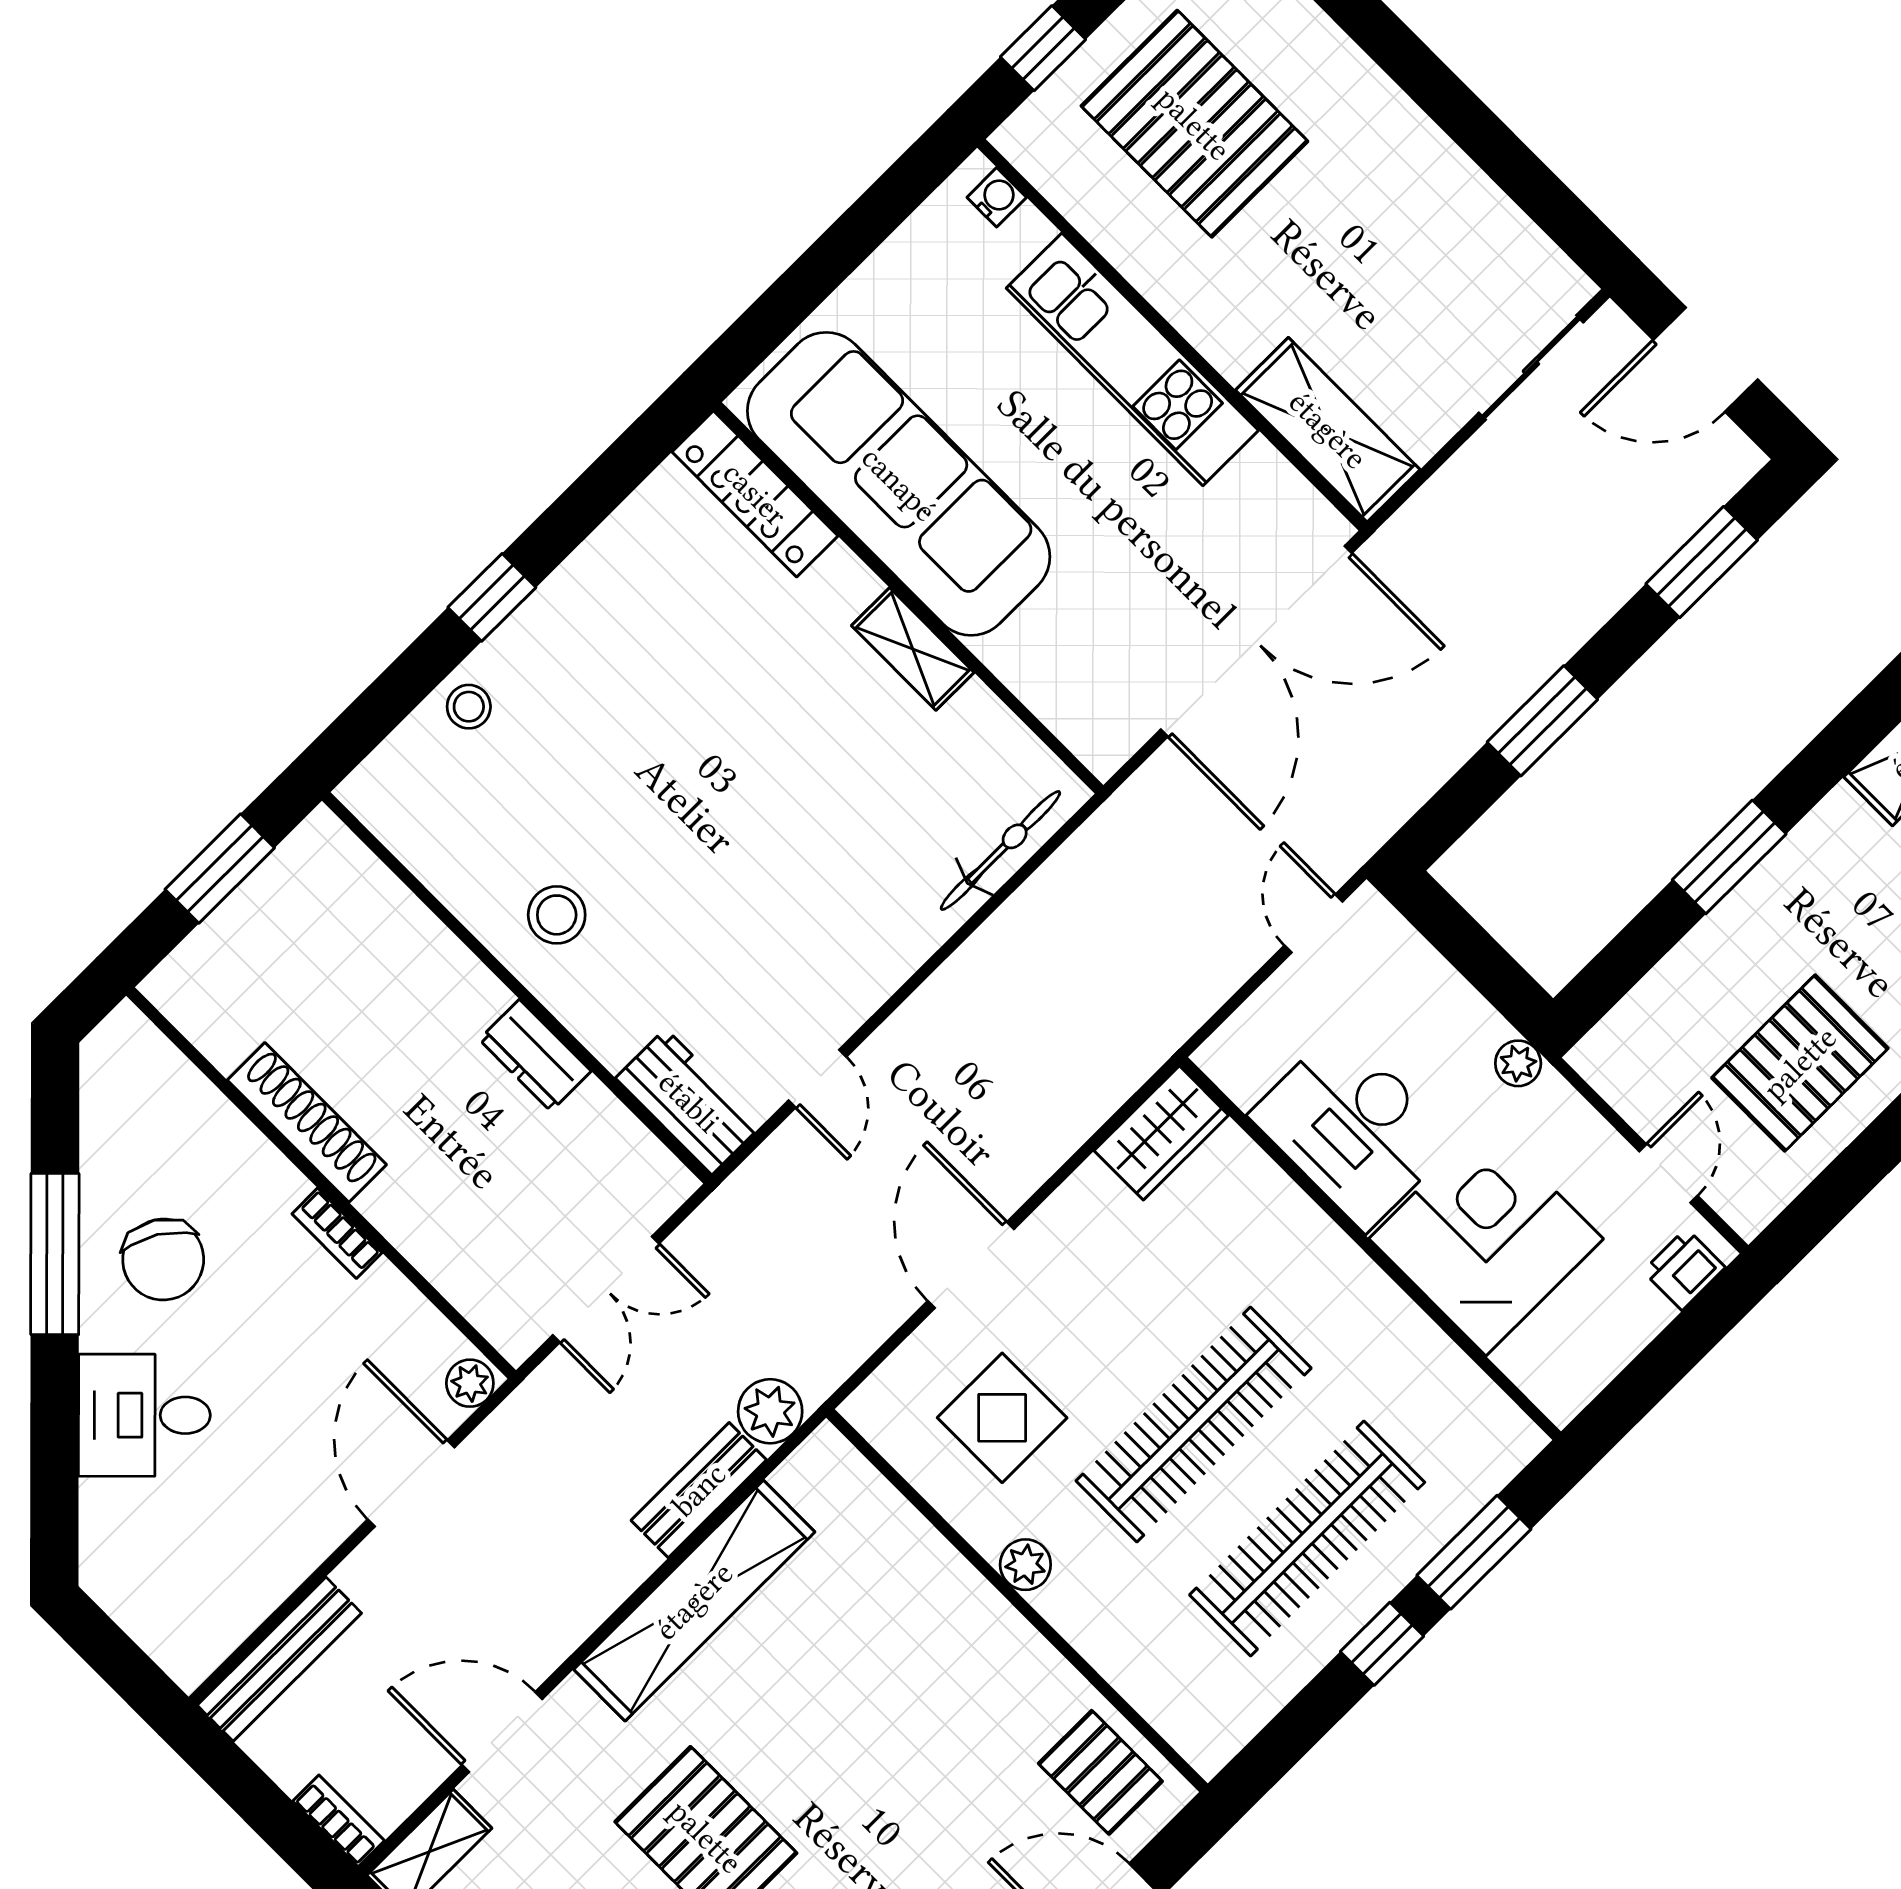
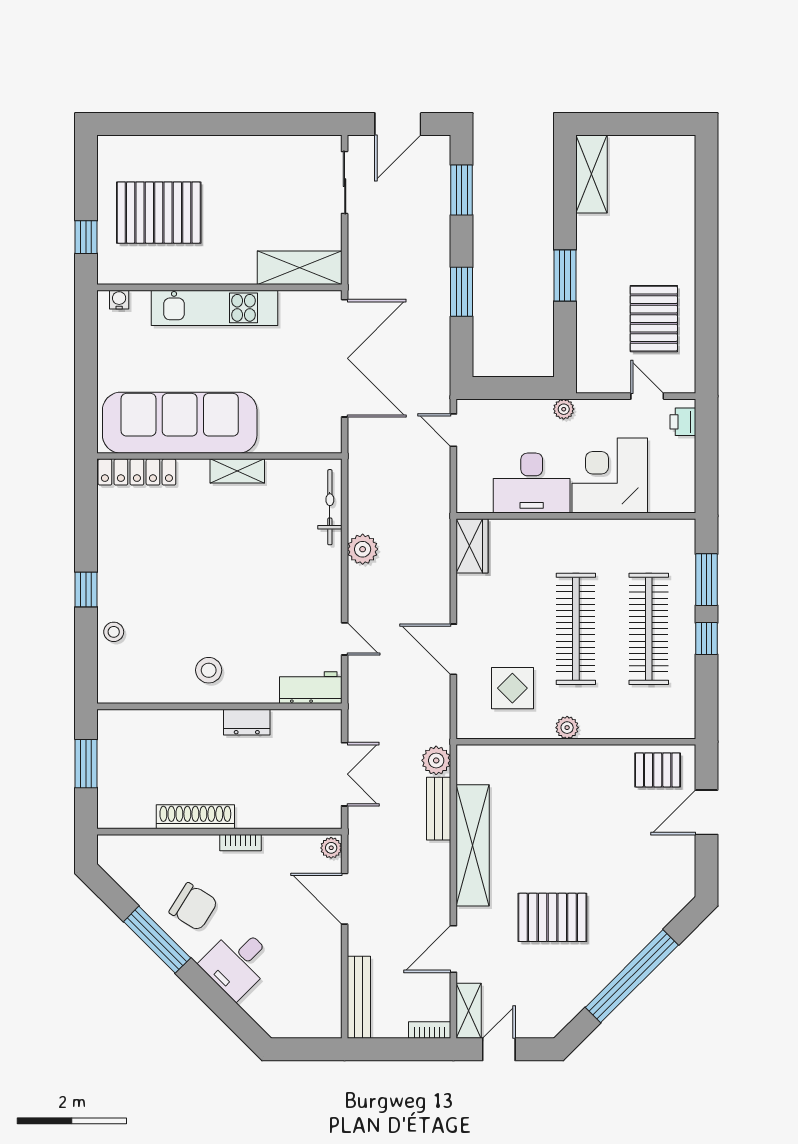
plant: (986, 967) -> (363, 549), added

